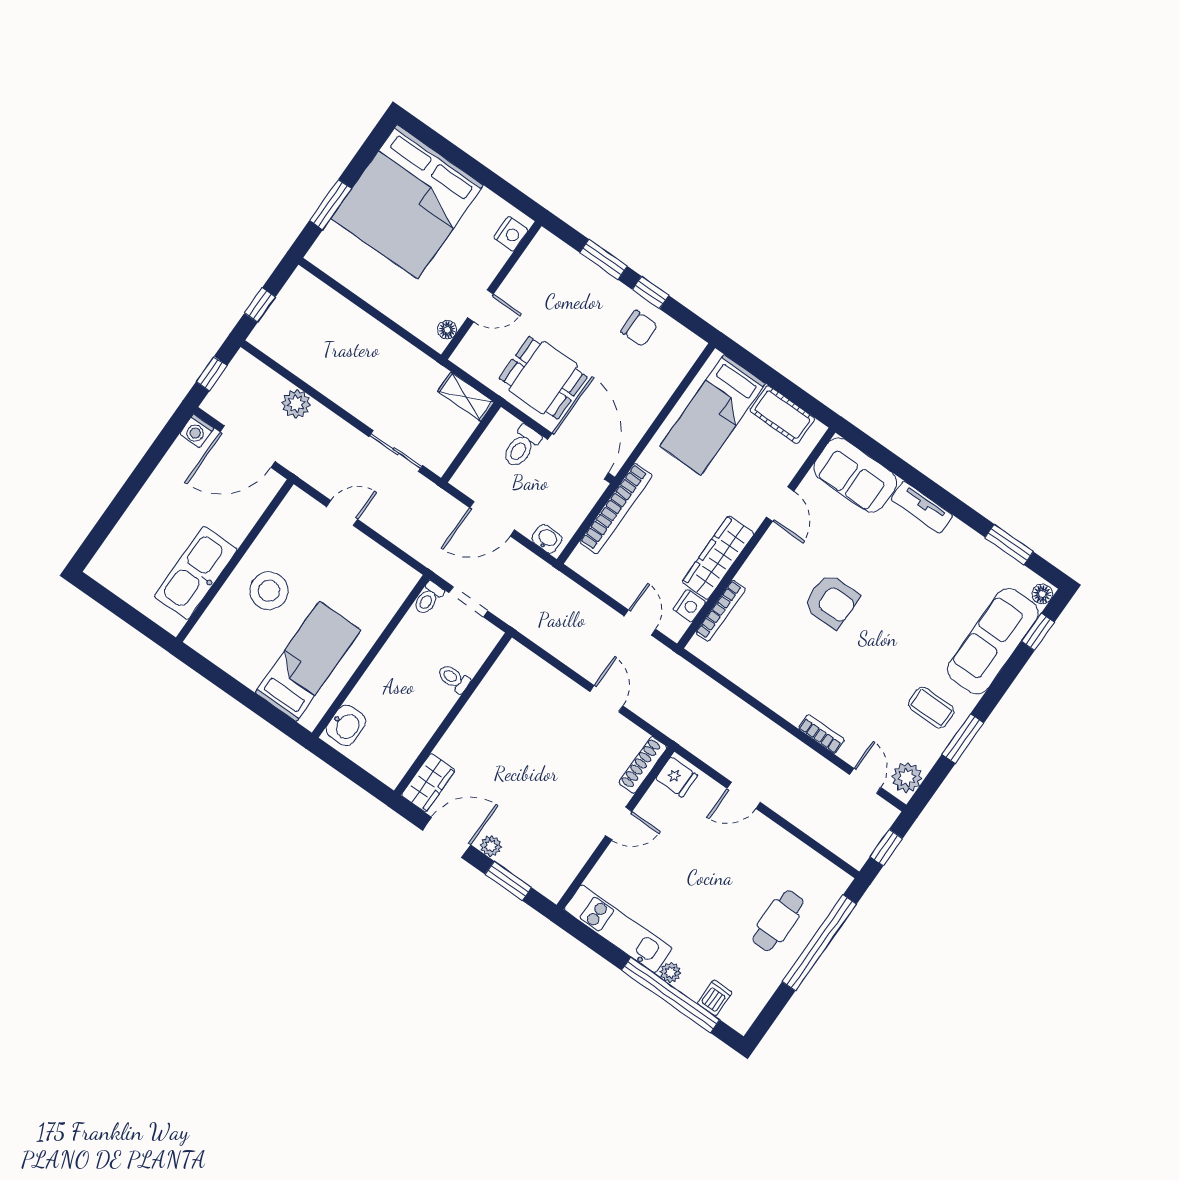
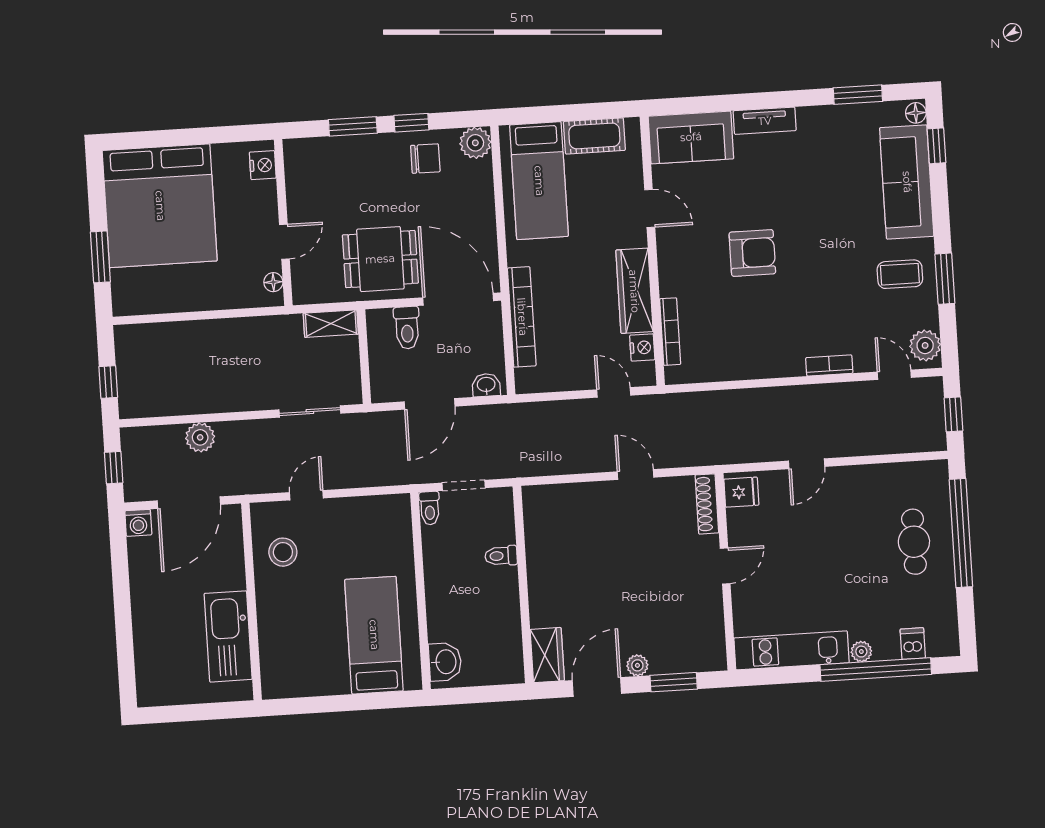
plant: (687, 347) -> (475, 143), added
stool: (269, 591) -> (283, 552), moved, width x0.73, depth x0.73

